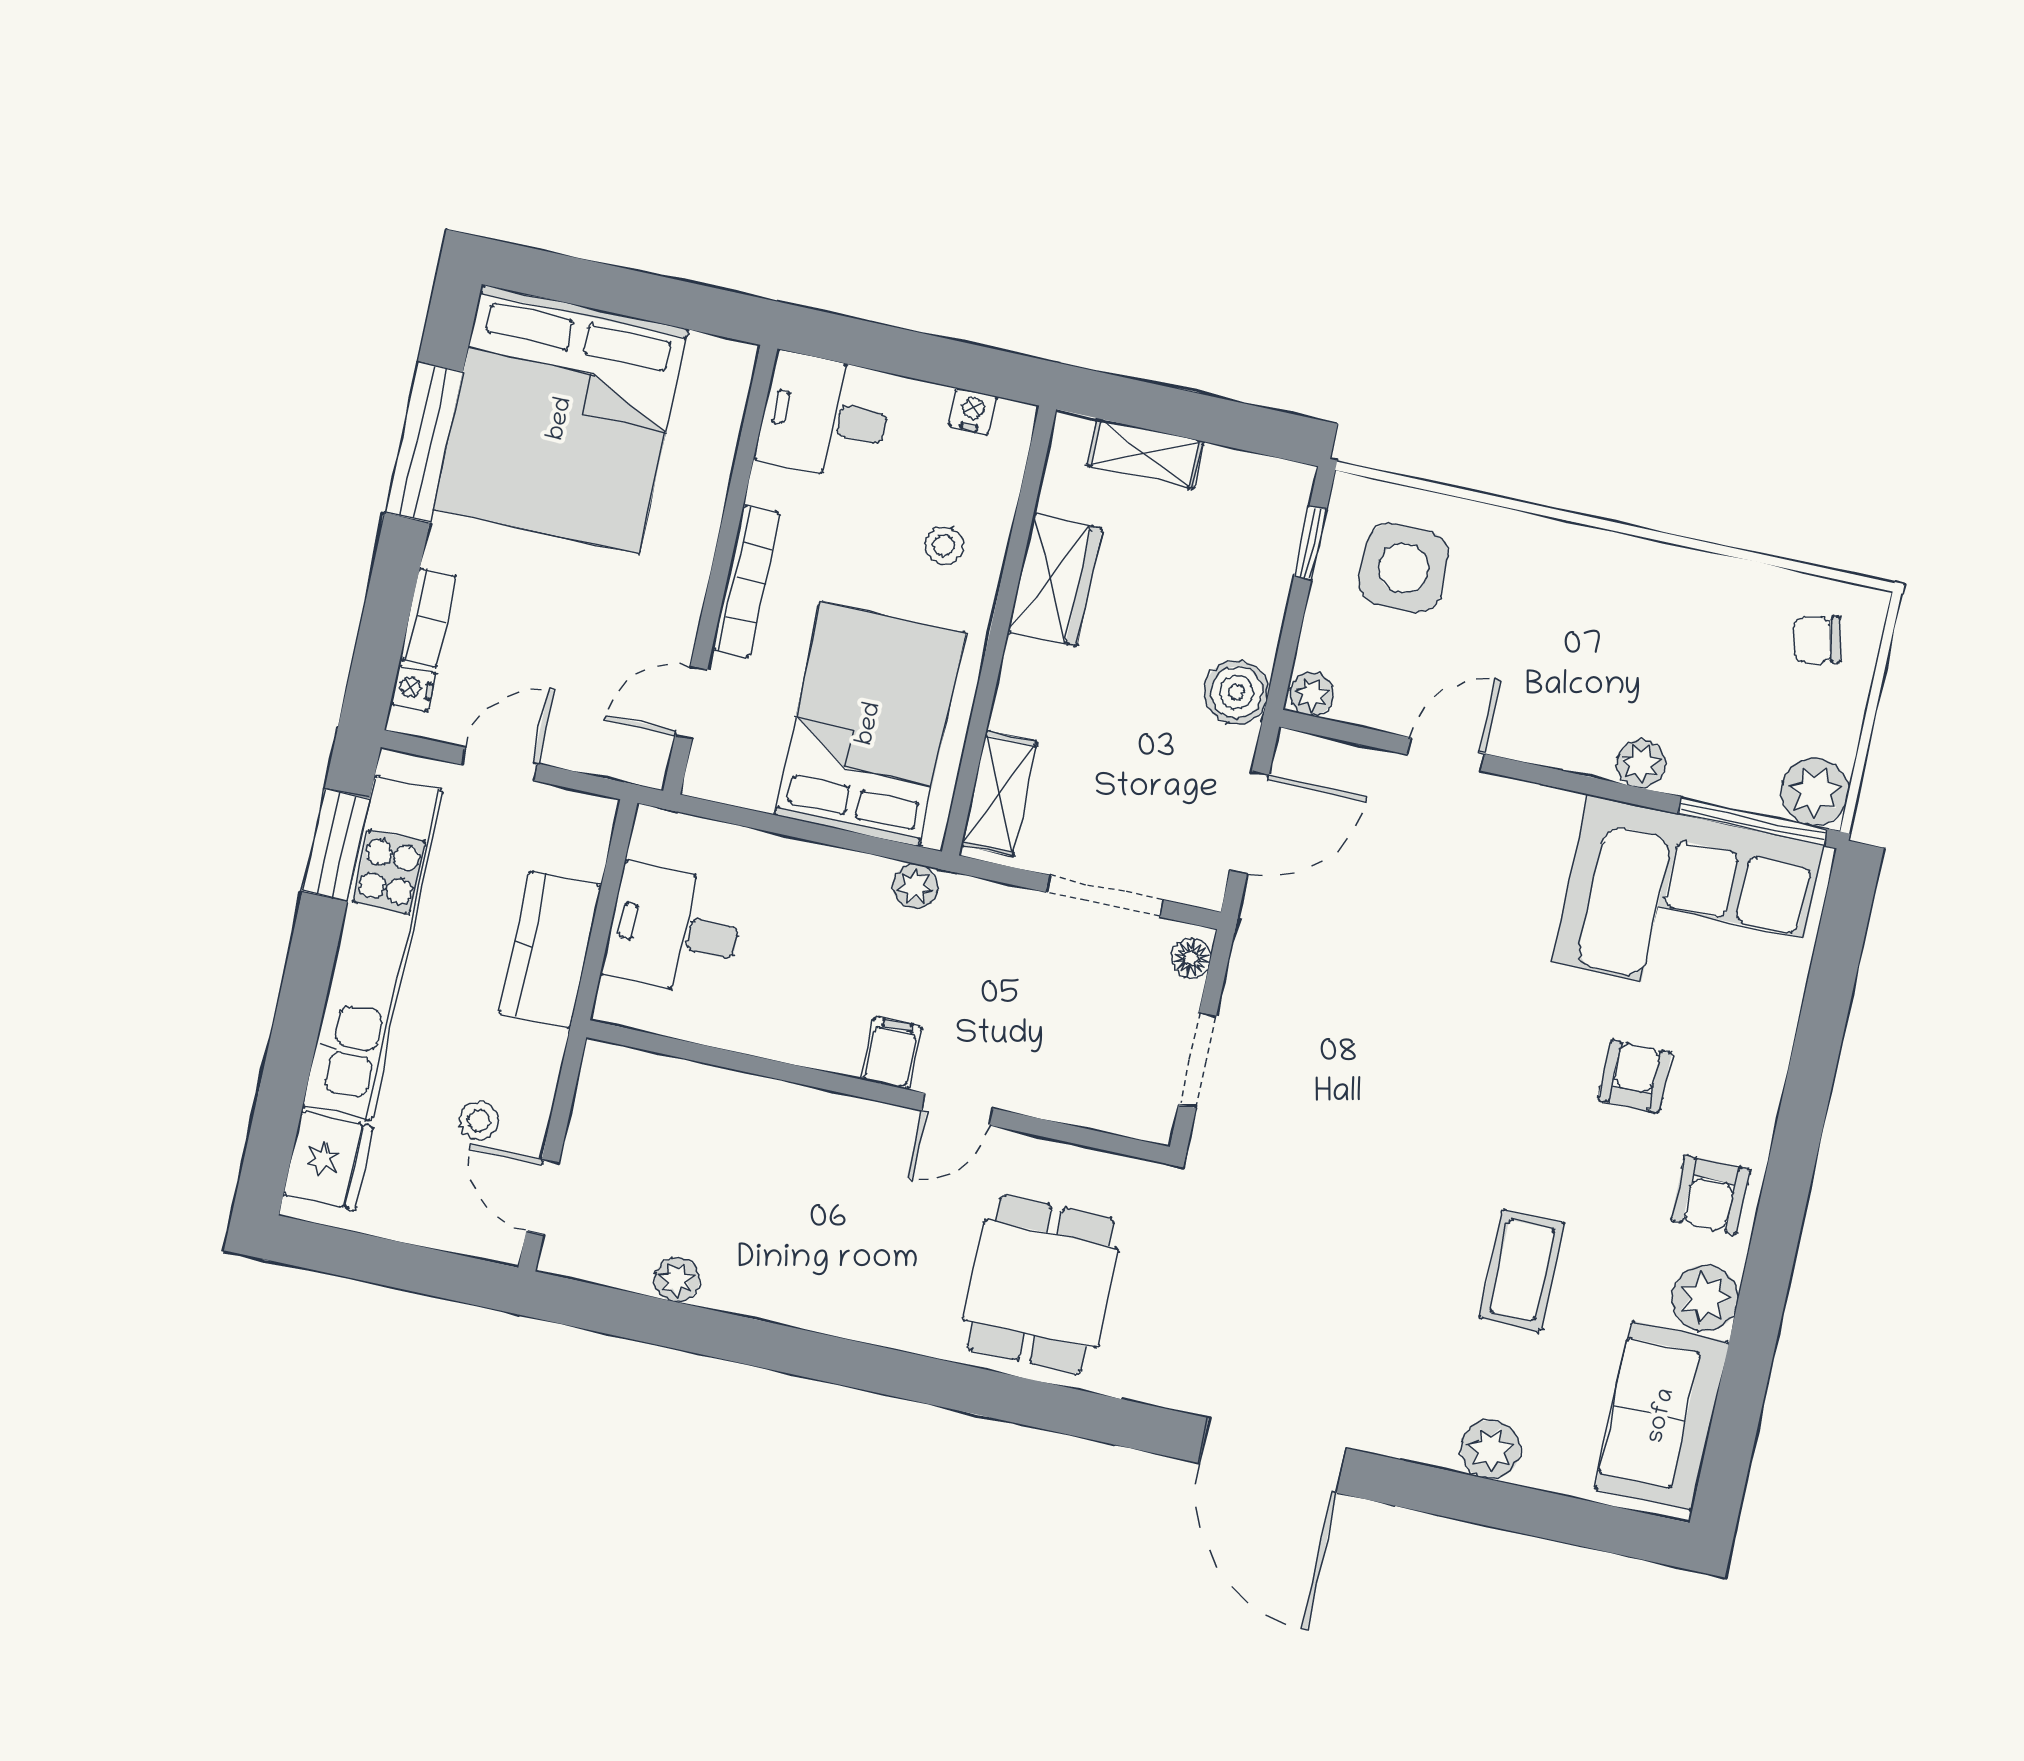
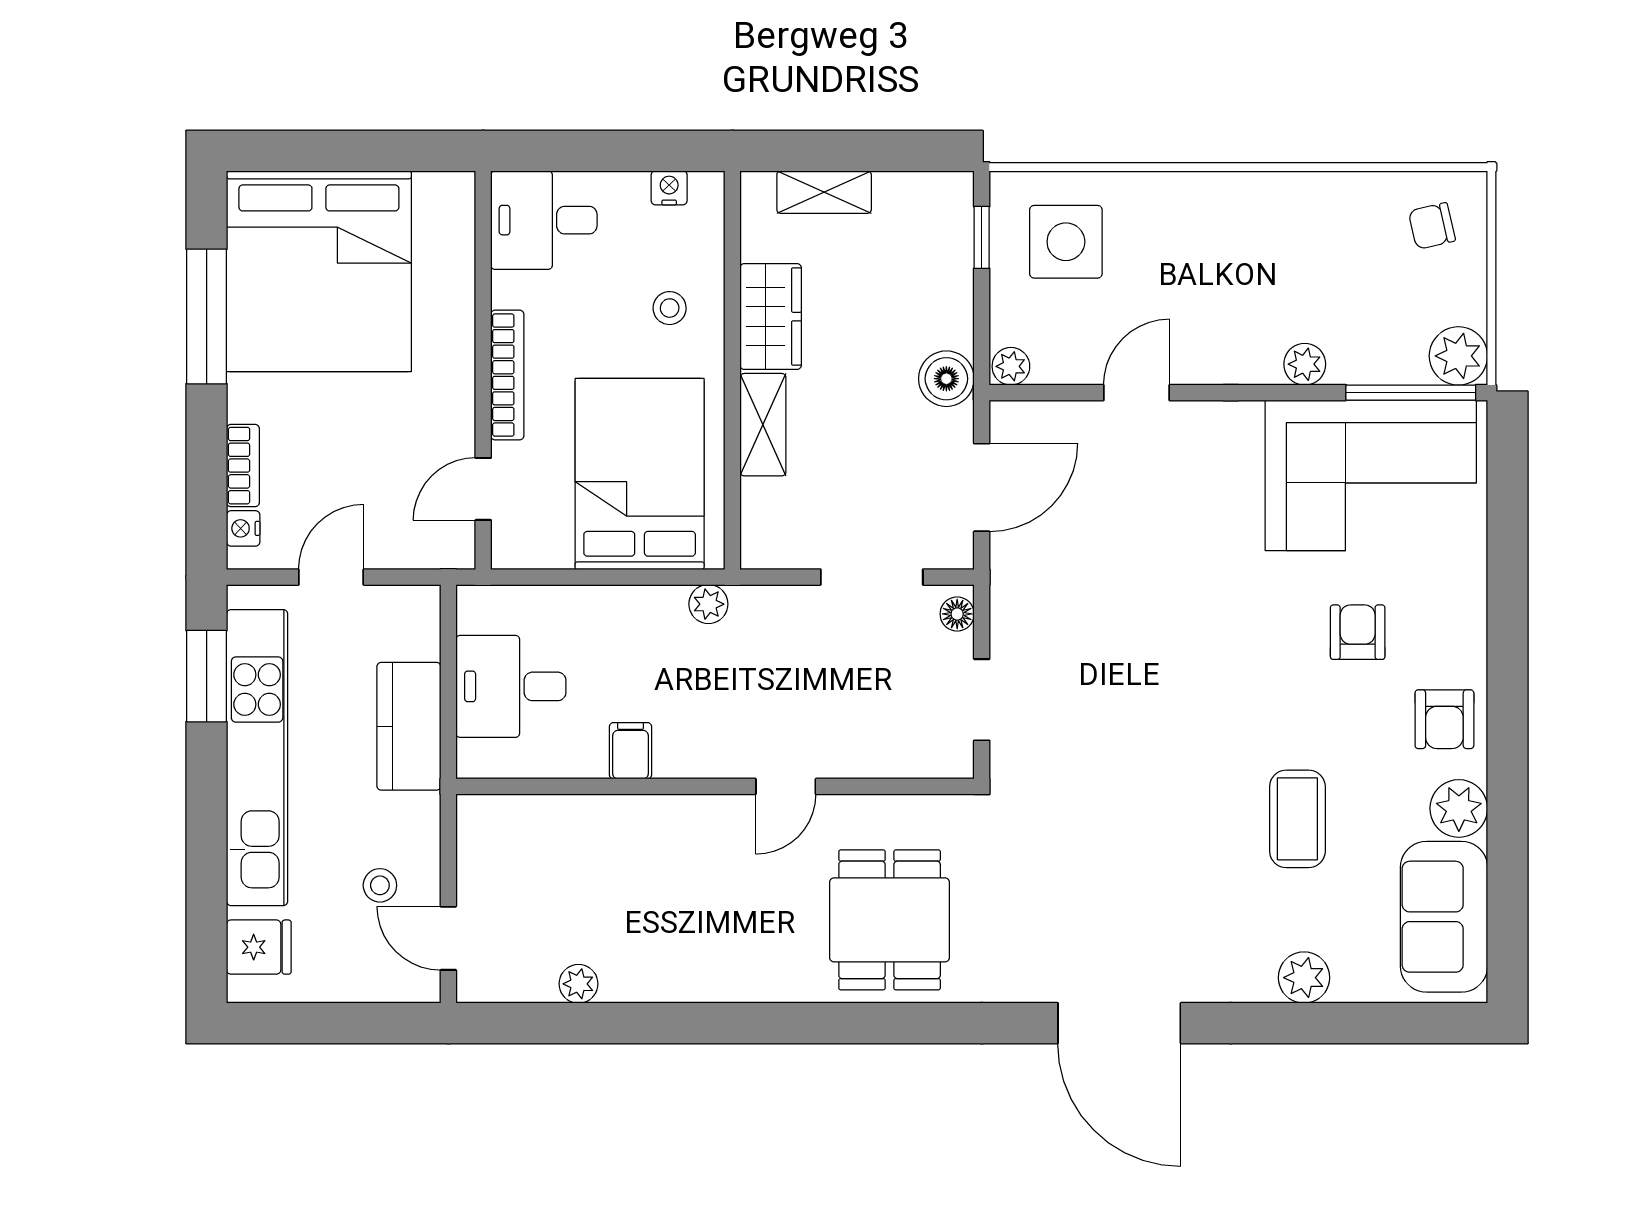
shelving: (999, 793) -> (763, 425), moved
filing cabinet: (891, 1053) -> (631, 751), moved
fridge: (328, 1161) -> (259, 947), width x0.72

